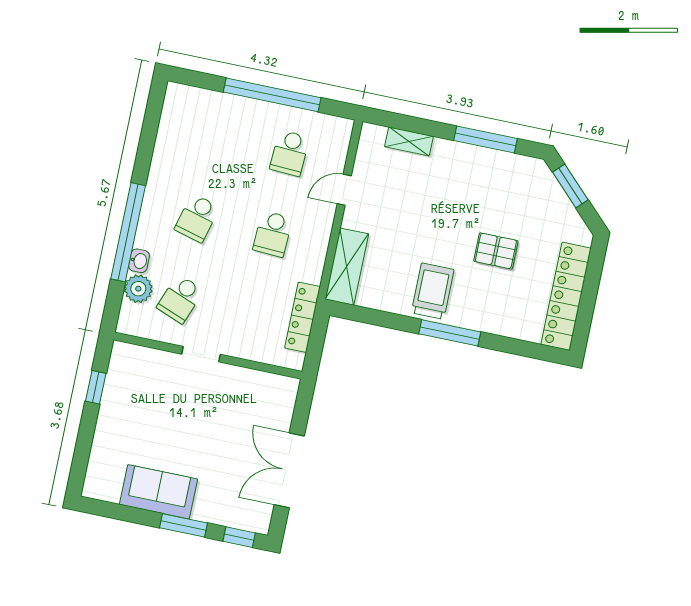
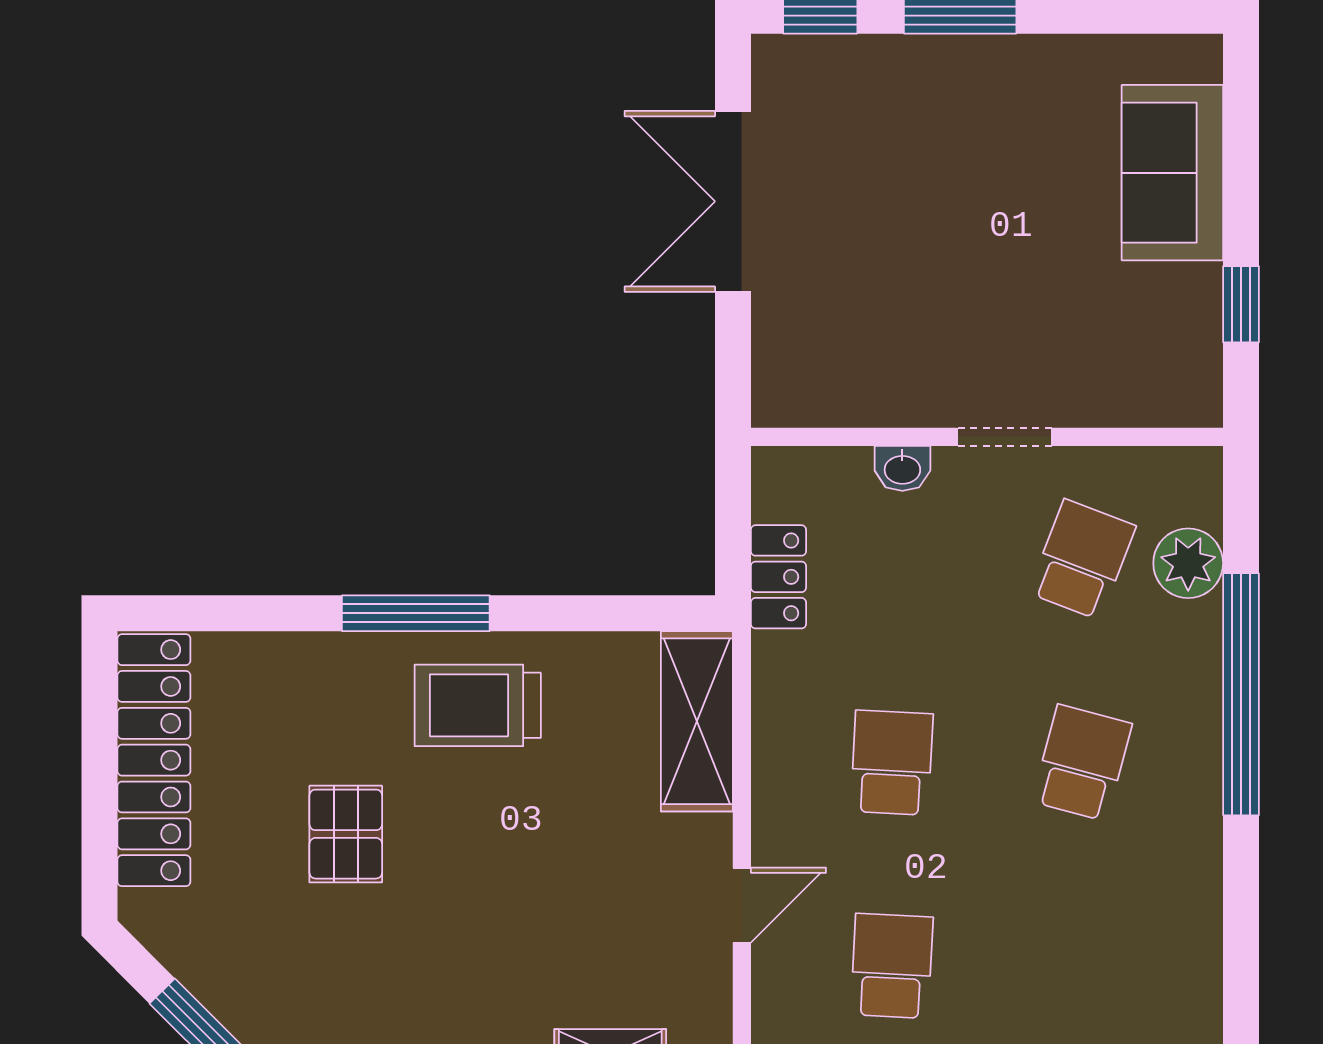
pallet: (496, 251) -> (346, 834), turned 90
washbasin: (139, 261) -> (902, 468), moved, turned -90
trolley: (433, 291) -> (478, 705), turned 90
locker: (302, 317) -> (778, 577), width x0.66
double door: (289, 470) -> (733, 201), swing flipped
sofa: (159, 492) -> (1172, 173), moved, turned 90

